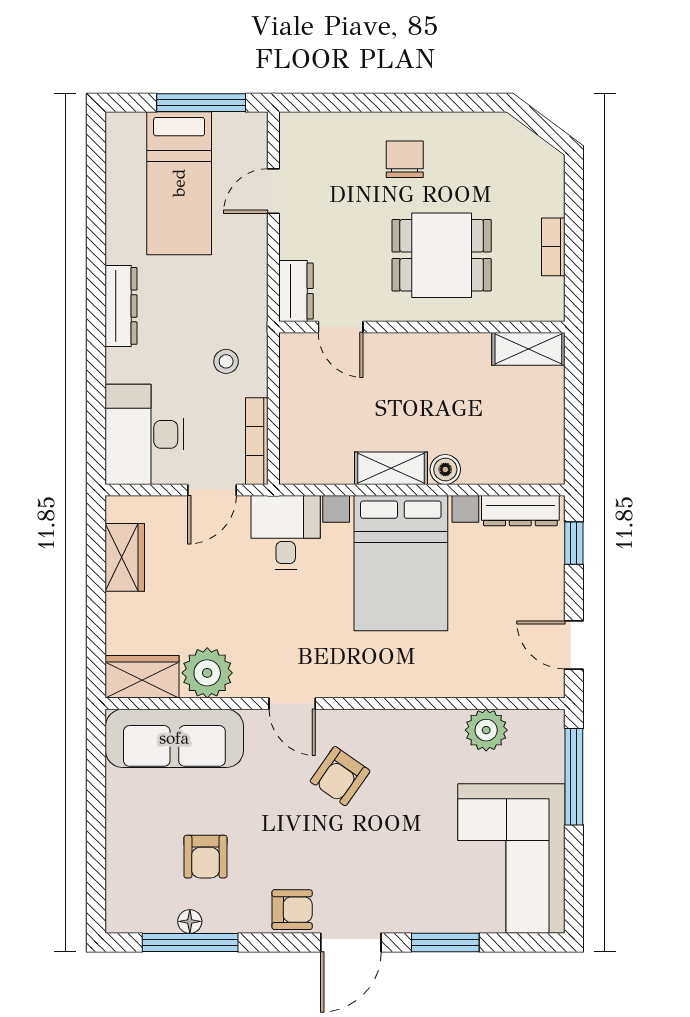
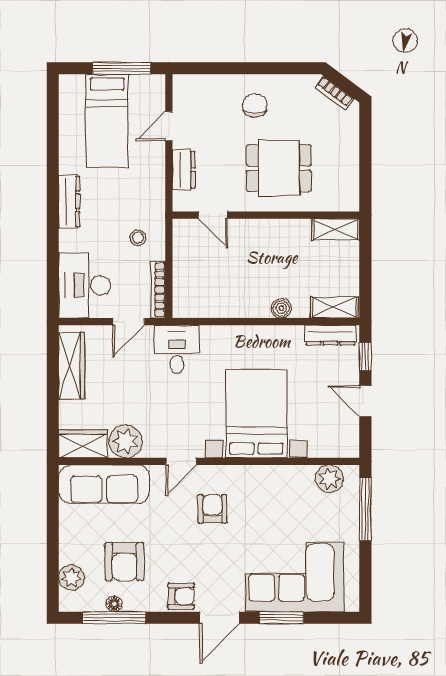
bookcase: (553, 247) -> (334, 93), moved, turned -53
dresser: (296, 291) -> (184, 170), moved
shelving: (391, 468) -> (334, 307), moved
wardrobe: (125, 557) -> (72, 366), width x1.50
bed with nightstands: (401, 563) -> (256, 414), moved, turned 180
door: (574, 645) -> (365, 401), moved
door: (292, 704) -> (181, 461), hinge flipped
plant: (486, 730) -> (329, 479), moved
armchair: (340, 776) -> (212, 509), turned 145
armchair: (205, 857) -> (124, 562), width x1.38, depth x1.38
corner sofa: (511, 859) -> (295, 577), moved, turned 90
plant: (125, 881) -> (72, 578), added

